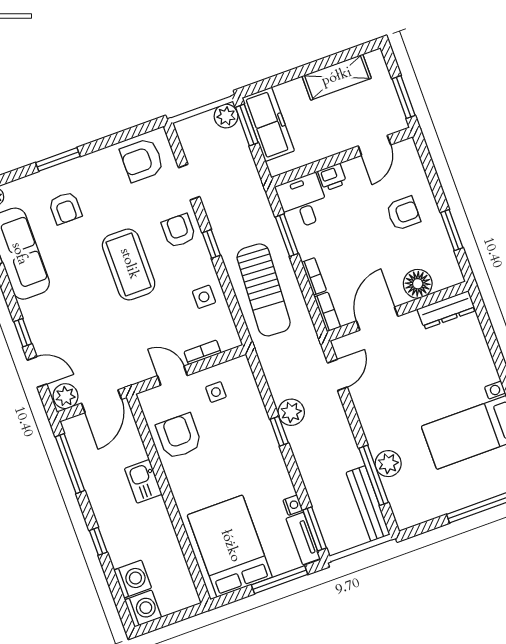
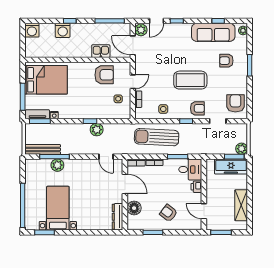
armchair: (403, 213) -> (168, 213), turned 127
kitchen sink: (143, 481) -> (101, 51), moved
washing machine: (133, 579) -> (63, 30), moved

